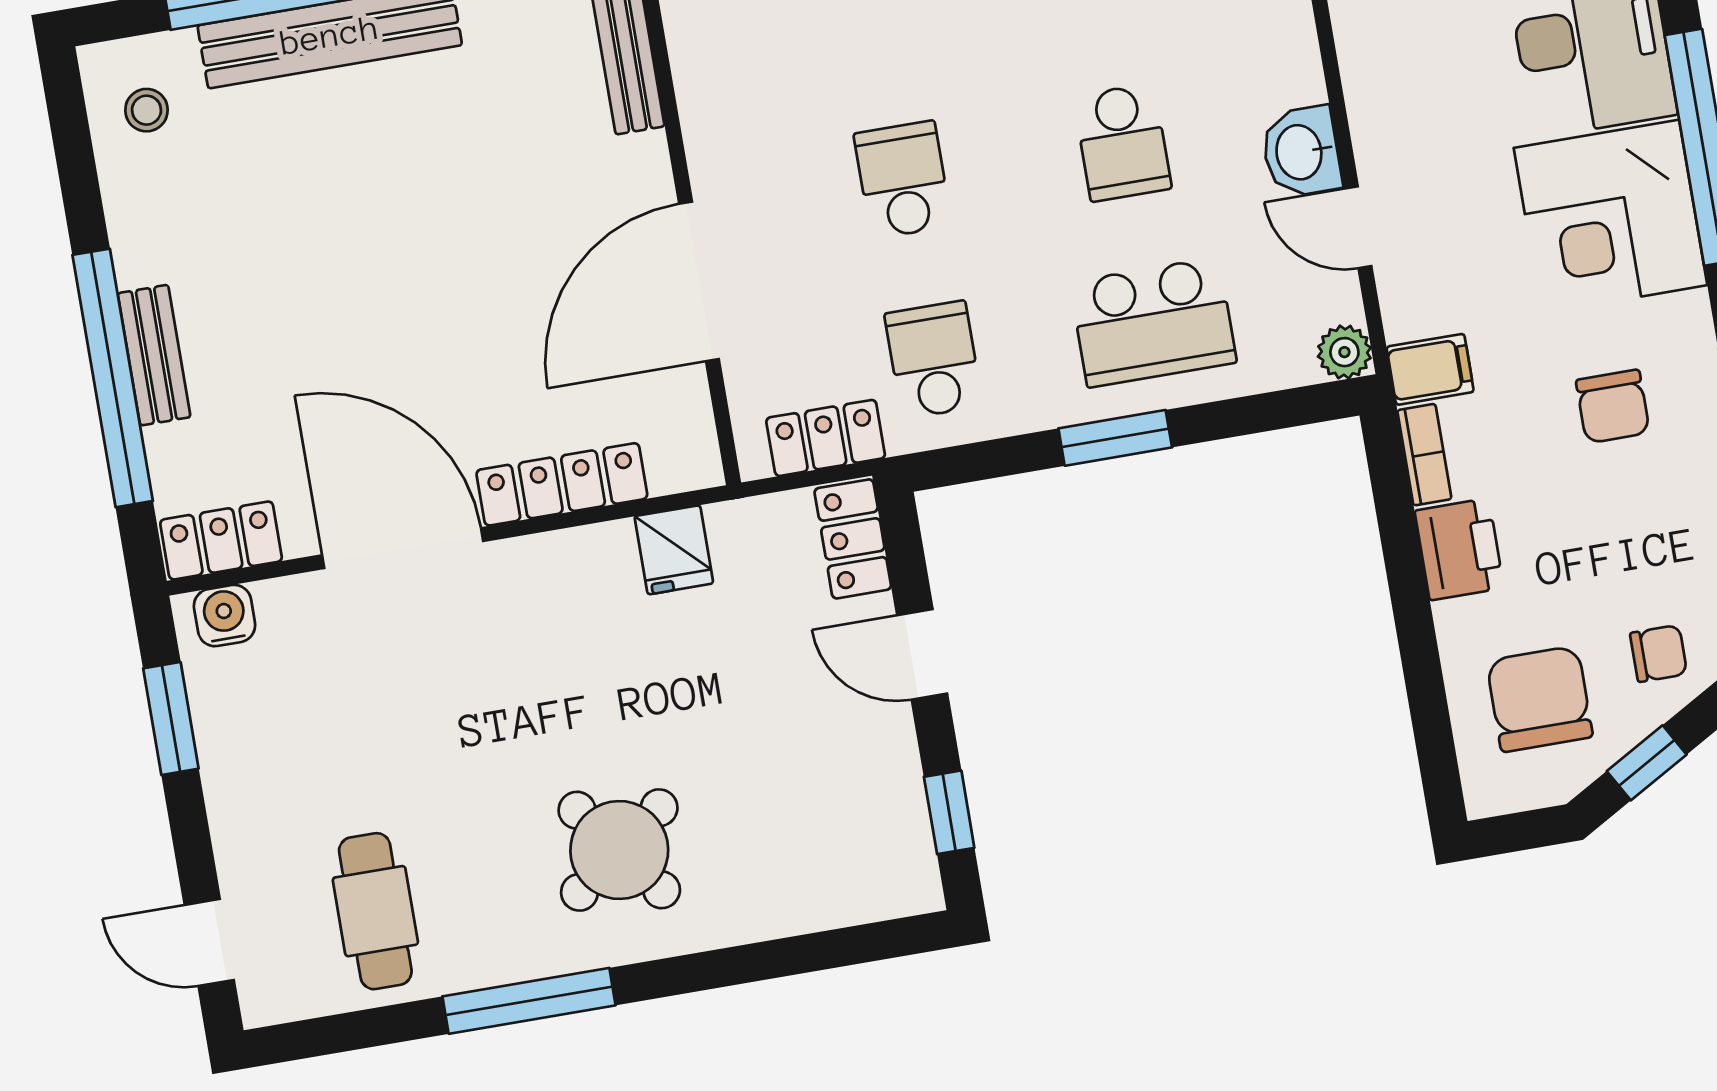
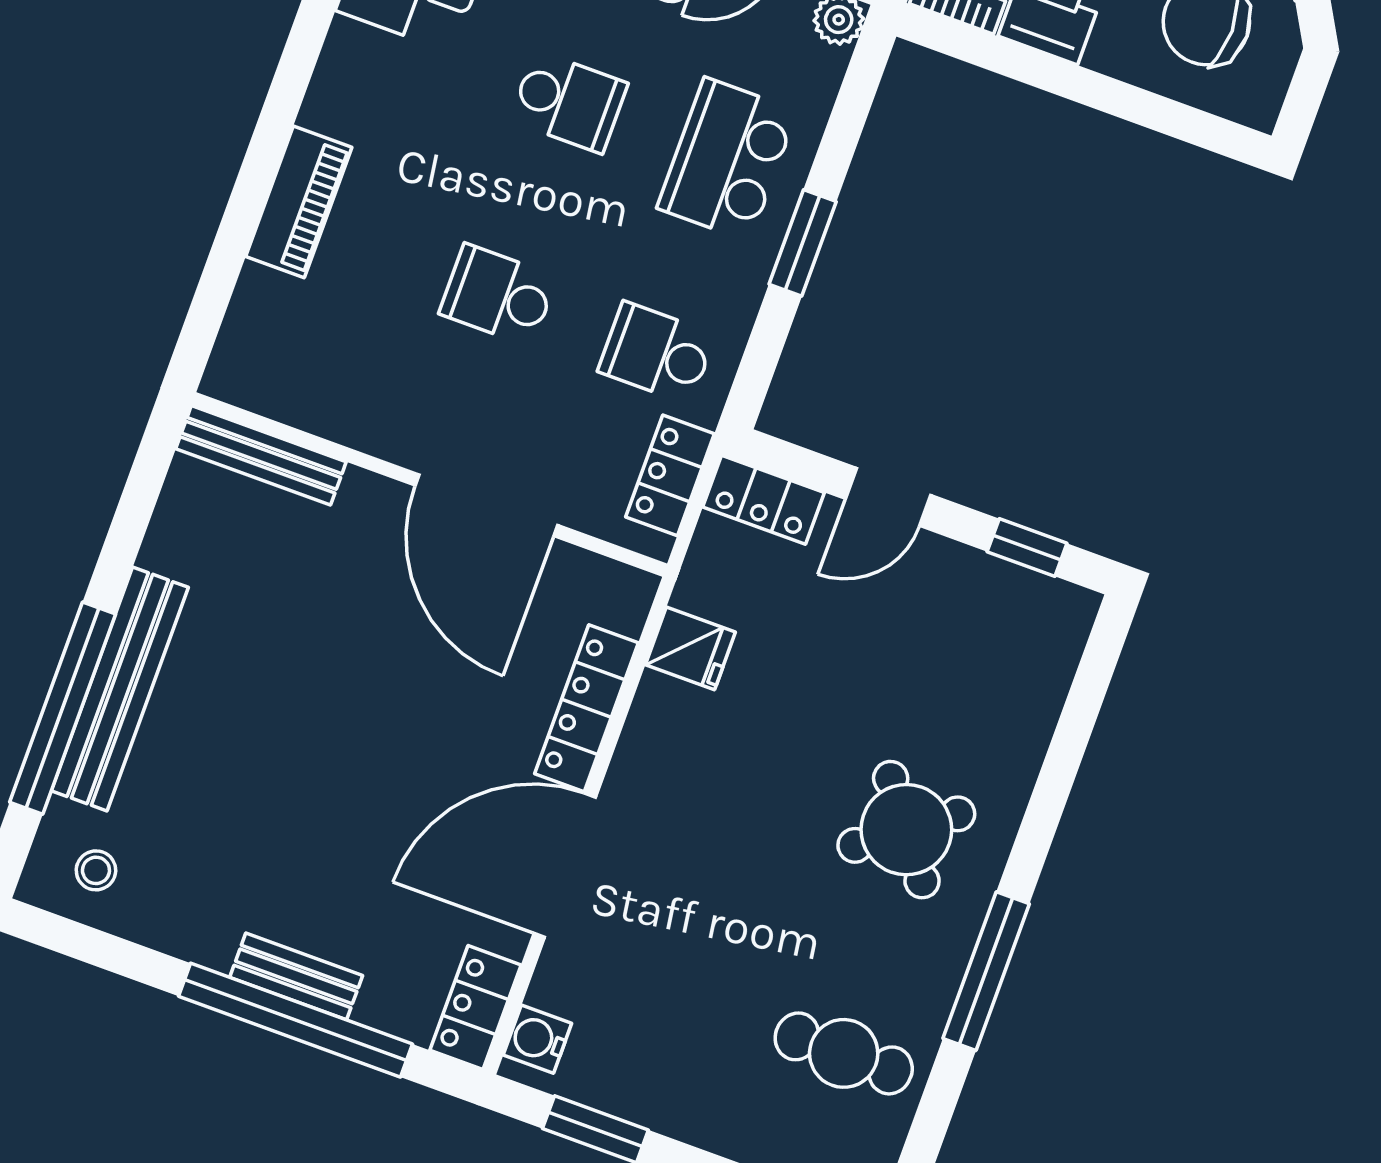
school desk: (1153, 322) -> (727, 159), turned 180

